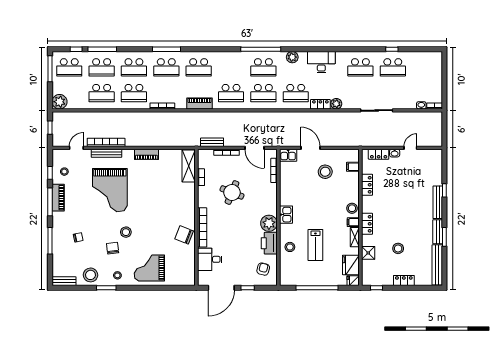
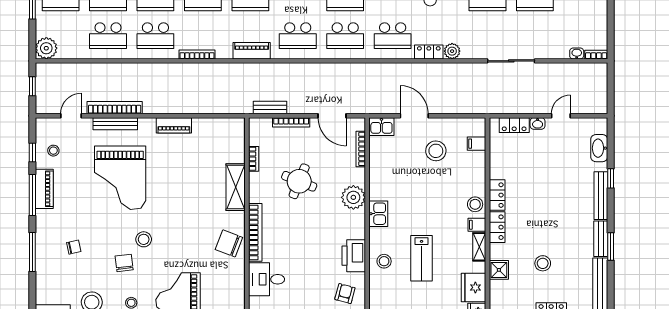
shelving: (189, 166) -> (236, 187), moved
washbasin: (437, 170) -> (599, 148), added
locker: (367, 185) -> (497, 195), moved
plant: (269, 223) -> (353, 197), moved

